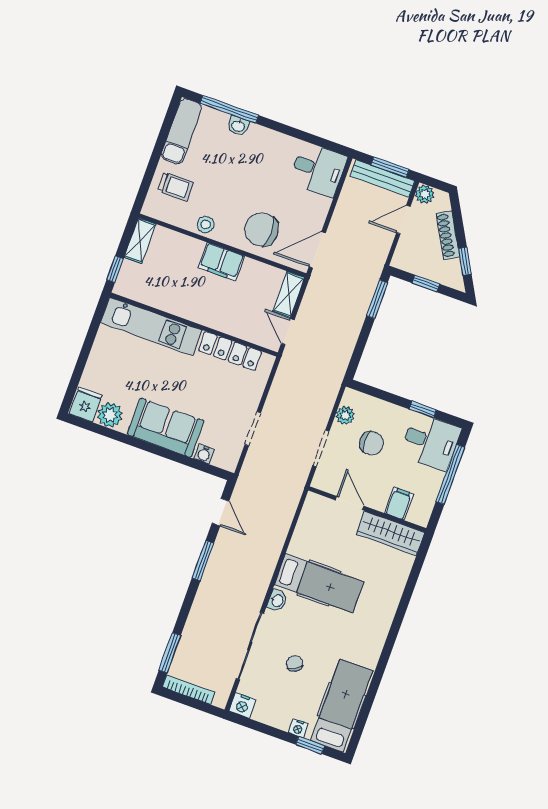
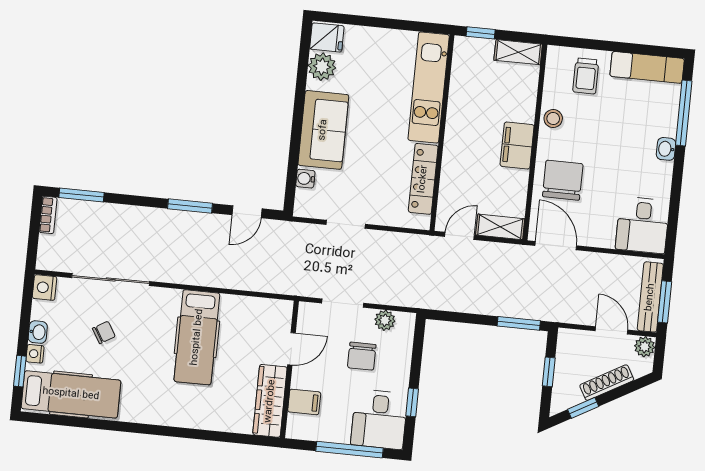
washbasin: (238, 126) -> (666, 149), moved
washbasin: (277, 600) -> (38, 332), moved, turned -90
bookcase: (189, 690) -> (48, 215), width x0.64

